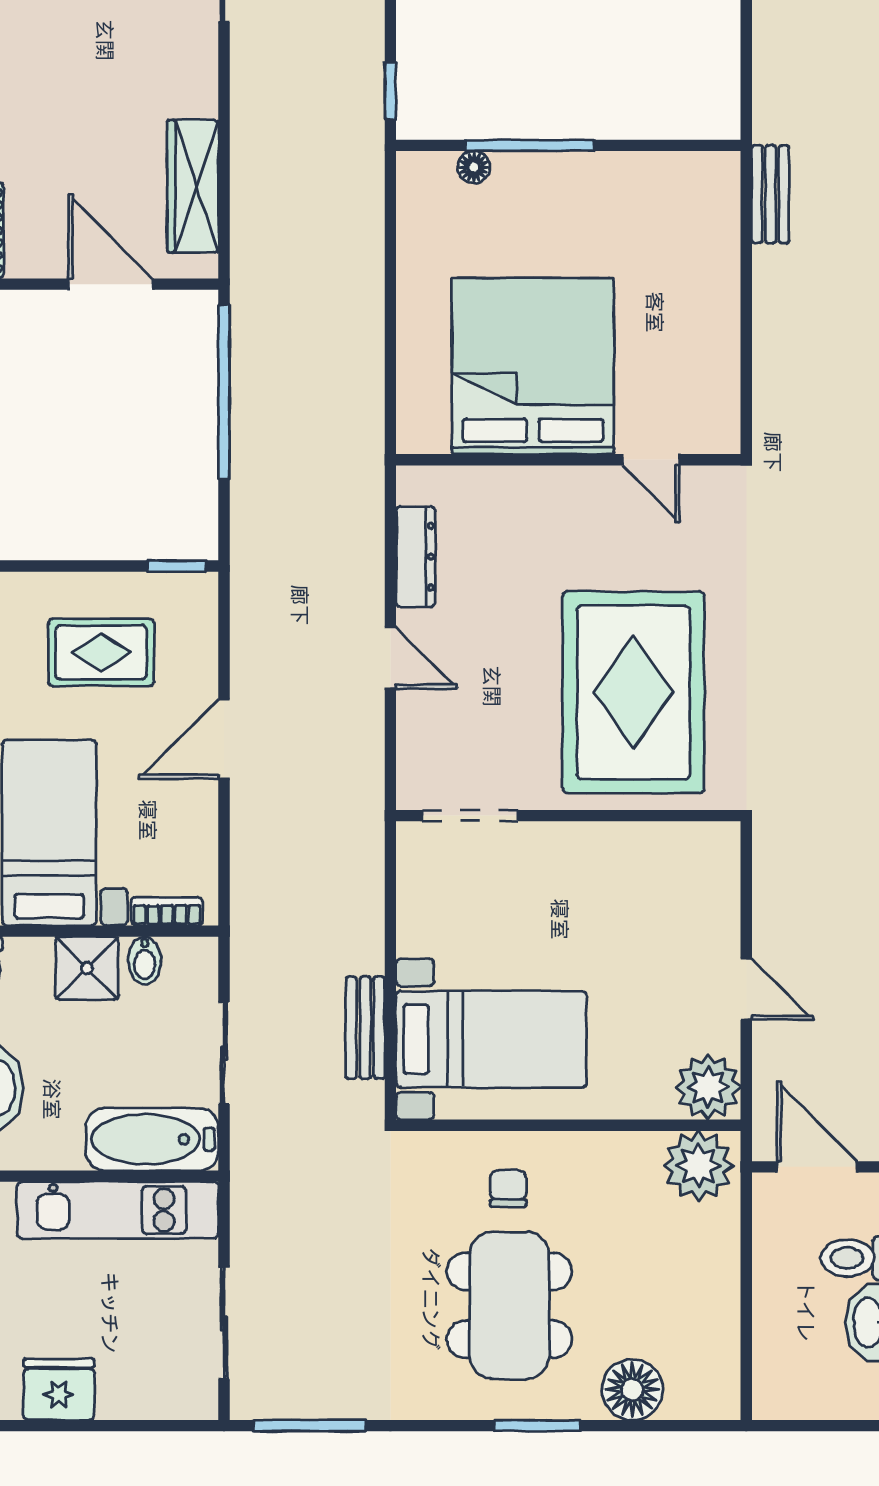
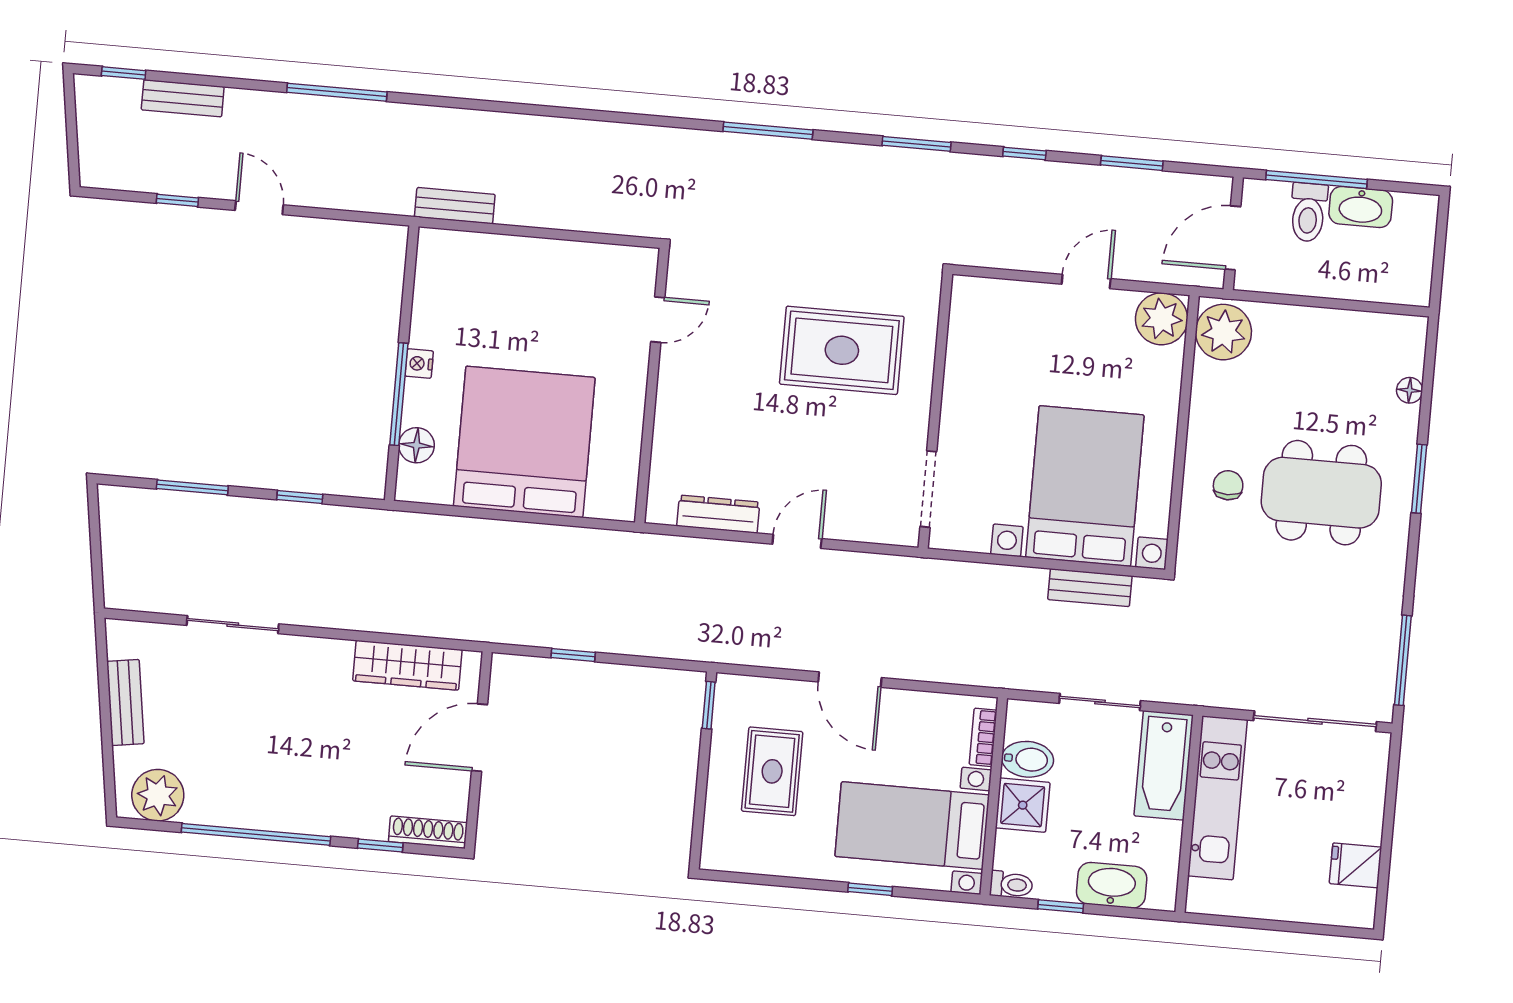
window: (390, 91) -> (300, 497), moved
floor lamp: (474, 167) -> (417, 445), width x1.37, depth x1.37
nightstand: (570, 167) -> (419, 364), added
bed: (533, 366) -> (524, 442), moved, turned 90
window: (224, 391) -> (573, 655), width x0.32
rug: (633, 692) -> (842, 350), width x0.73, depth x0.69
bidet: (145, 961) -> (1028, 759), width x1.38, depth x1.36
bed with nightstands: (491, 1039) -> (1085, 486), width x1.36
chair: (508, 1189) -> (1228, 485), turned 90
sliding door: (224, 1323) -> (1315, 721), width x1.37
fridge: (59, 1389) -> (1356, 865), width x0.72
floor lamp: (632, 1390) -> (1410, 390), width x0.53, depth x0.53

